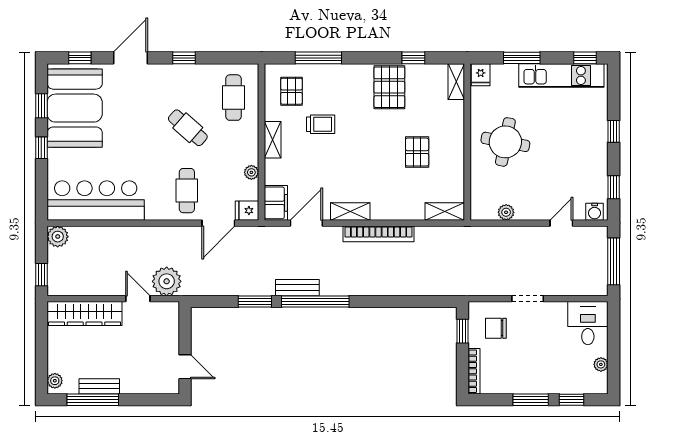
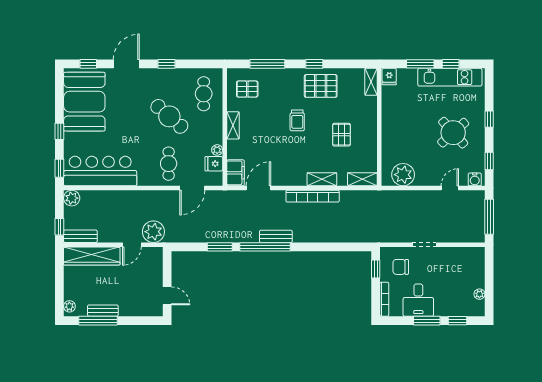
window: (413, 58) -> (314, 64), moved
window: (585, 58) -> (451, 64), moved
pallet: (389, 87) -> (321, 86), turned 90
pallet: (292, 91) -> (247, 89), turned 90
window: (41, 106) -> (59, 168), moved
trolley: (321, 124) -> (297, 120), moved, turned 90
cafe table: (188, 128) -> (169, 116), width x1.37, depth x1.35
round table: (505, 142) -> (453, 133), moved, turned 37
fridge: (247, 211) -> (214, 164), moved
shelving: (350, 211) -> (322, 179), moved
plant: (506, 212) -> (403, 175), width x1.88, depth x1.88
bench: (69, 287) -> (80, 236), added
bench: (297, 288) -> (276, 236), moved
door: (138, 299) -> (132, 245), swing flipped
desk: (588, 323) -> (418, 300), moved, turned 180

